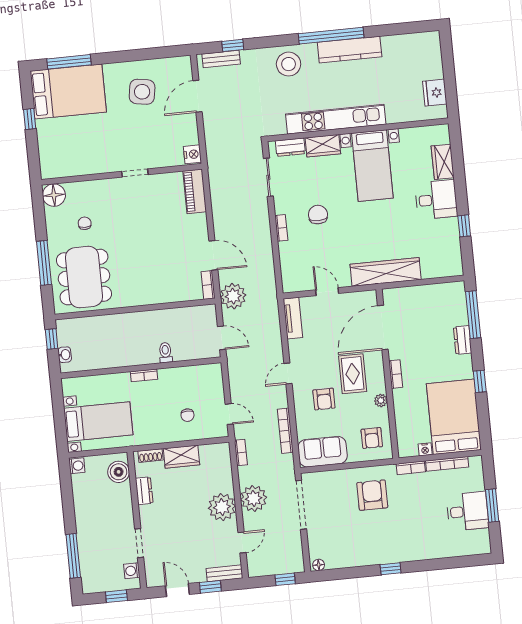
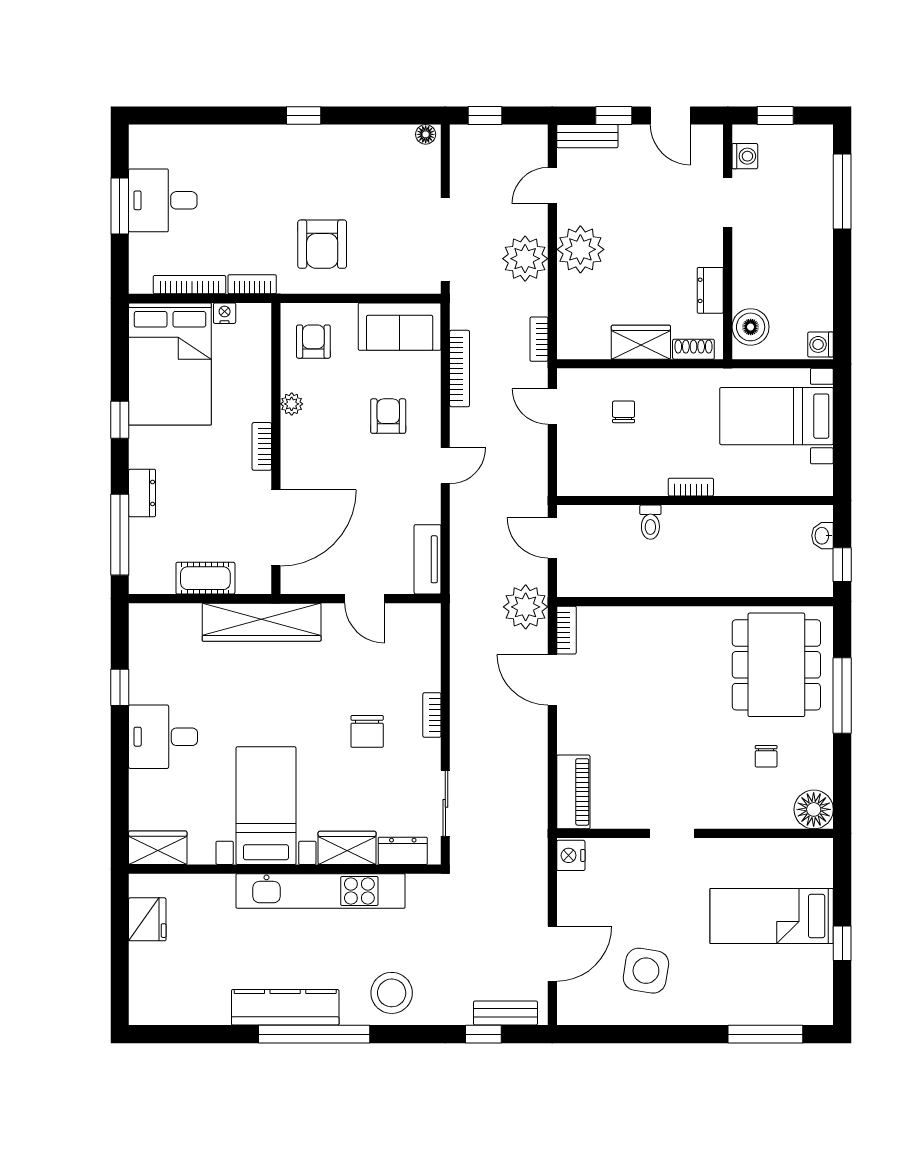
bed: (68, 91) -> (772, 916), moved, width x0.67
wardrobe: (443, 162) -> (158, 848), moved, turned -90
cot: (421, 294) -> (205, 578), added
rug: (353, 374) -> (335, 454), removed

